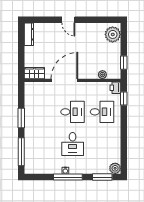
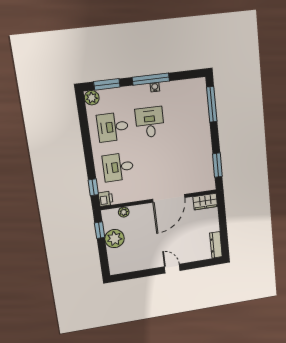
plant: (113, 34) -> (114, 239), moved
desk: (73, 112) -> (113, 127), moved
window: (21, 118) -> (217, 165), moved

